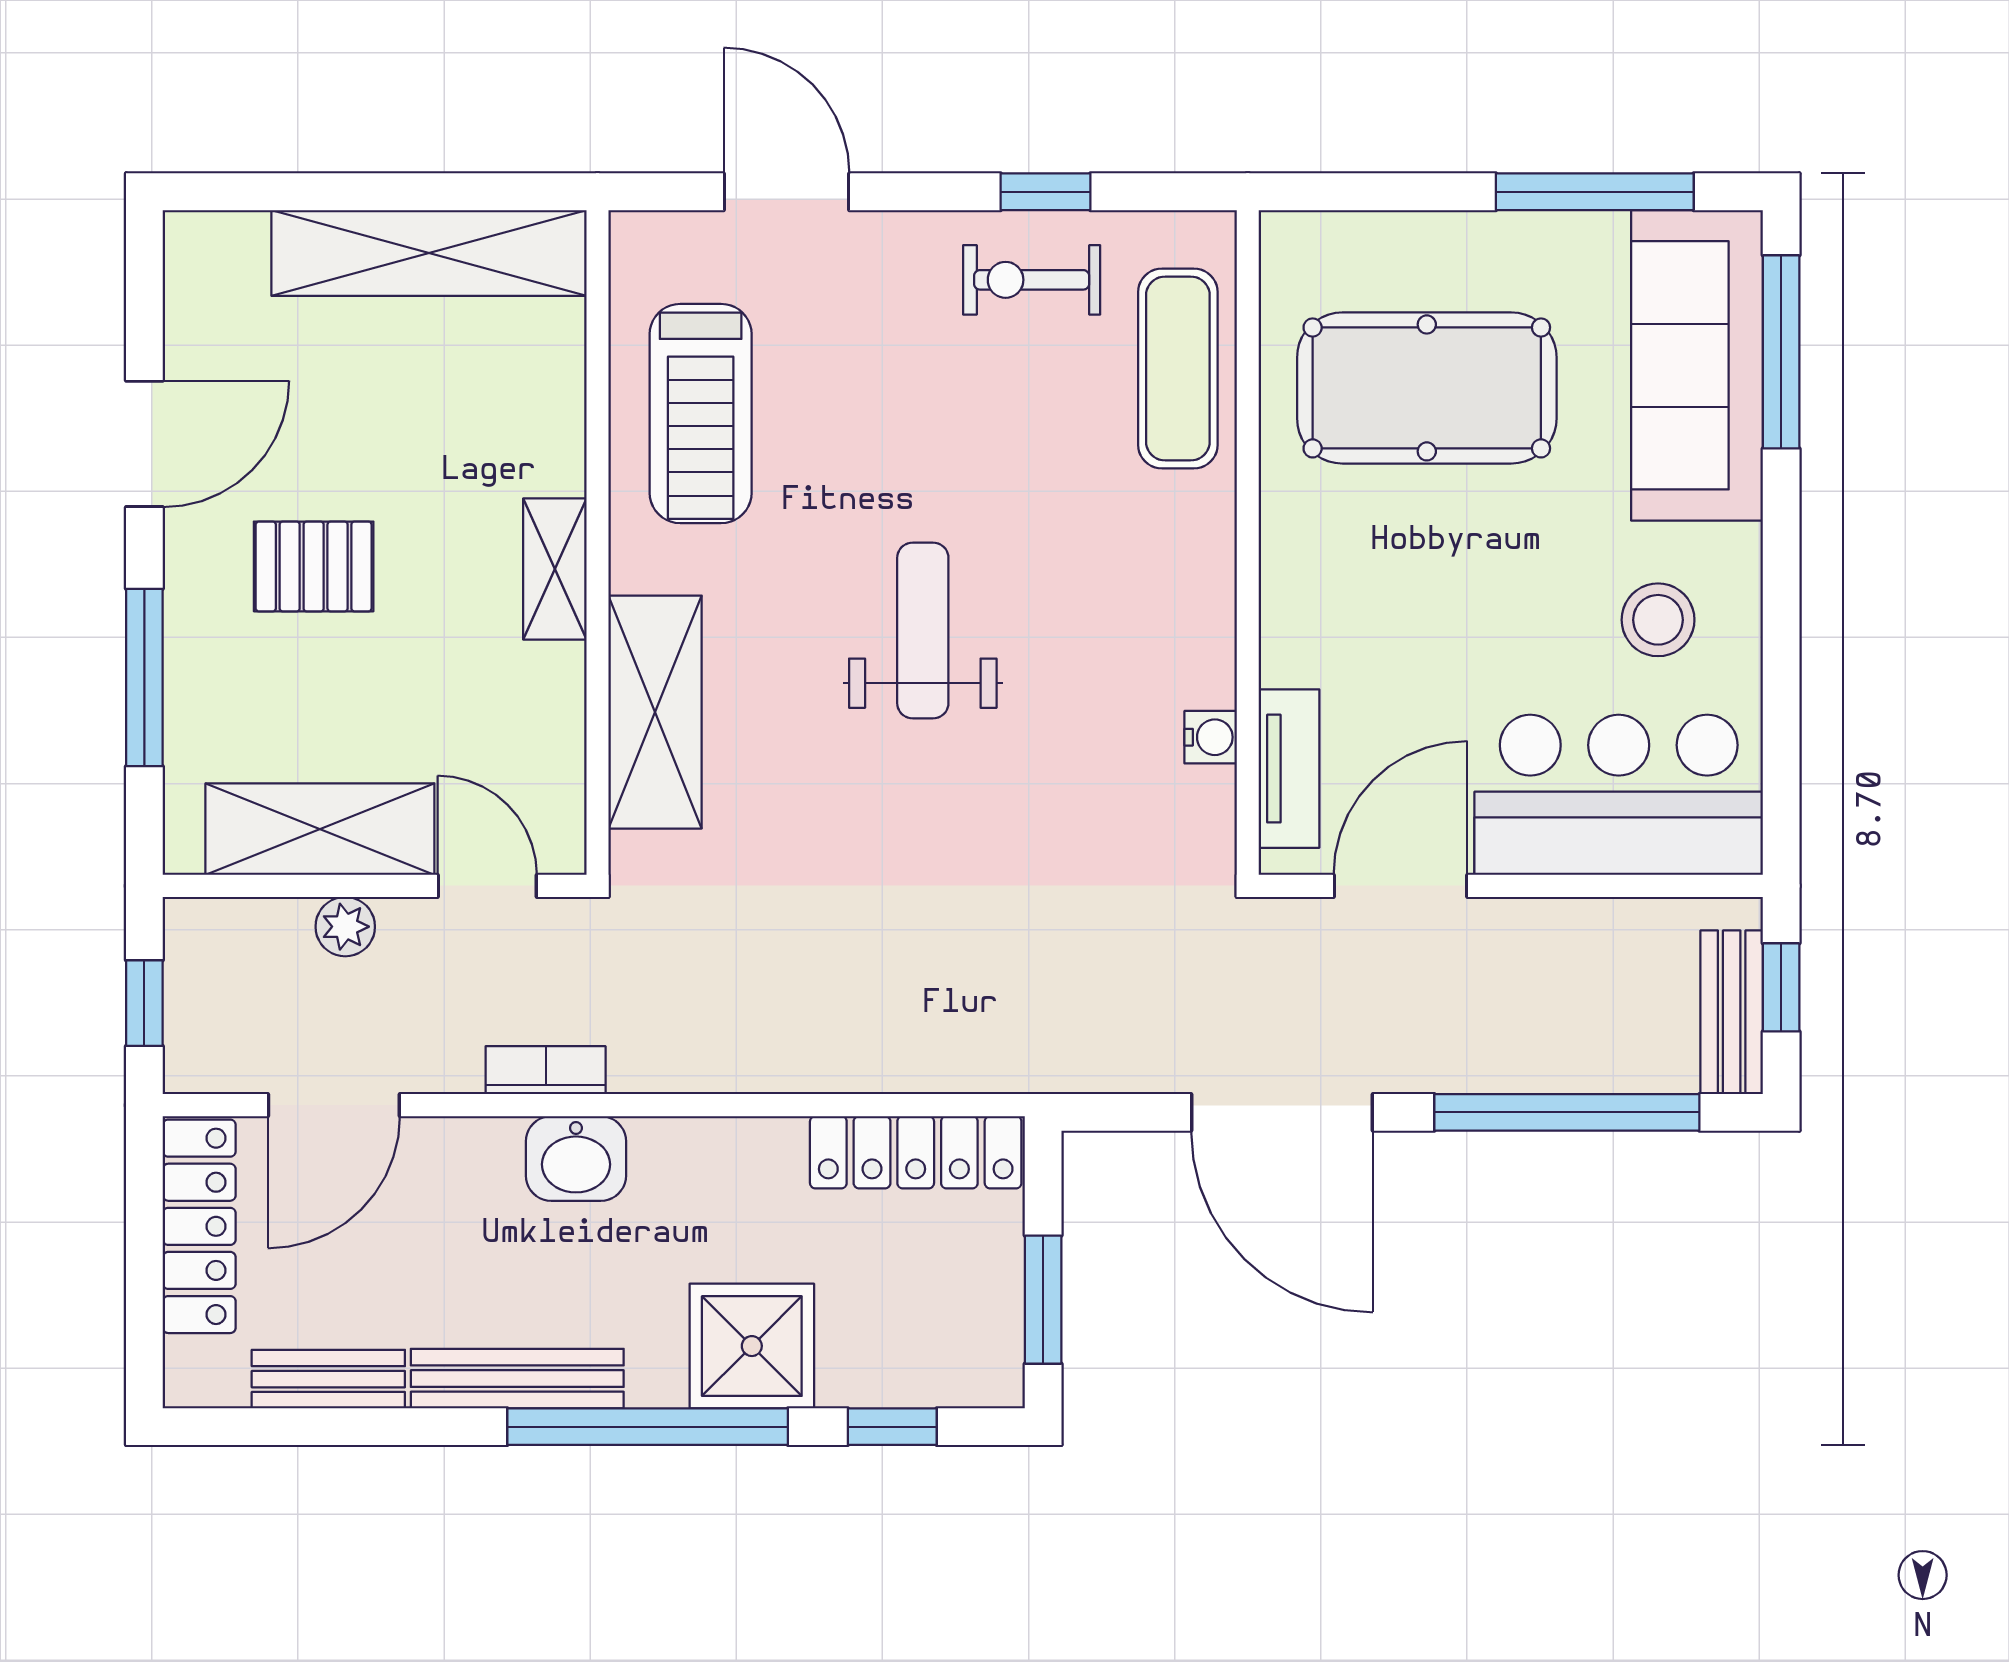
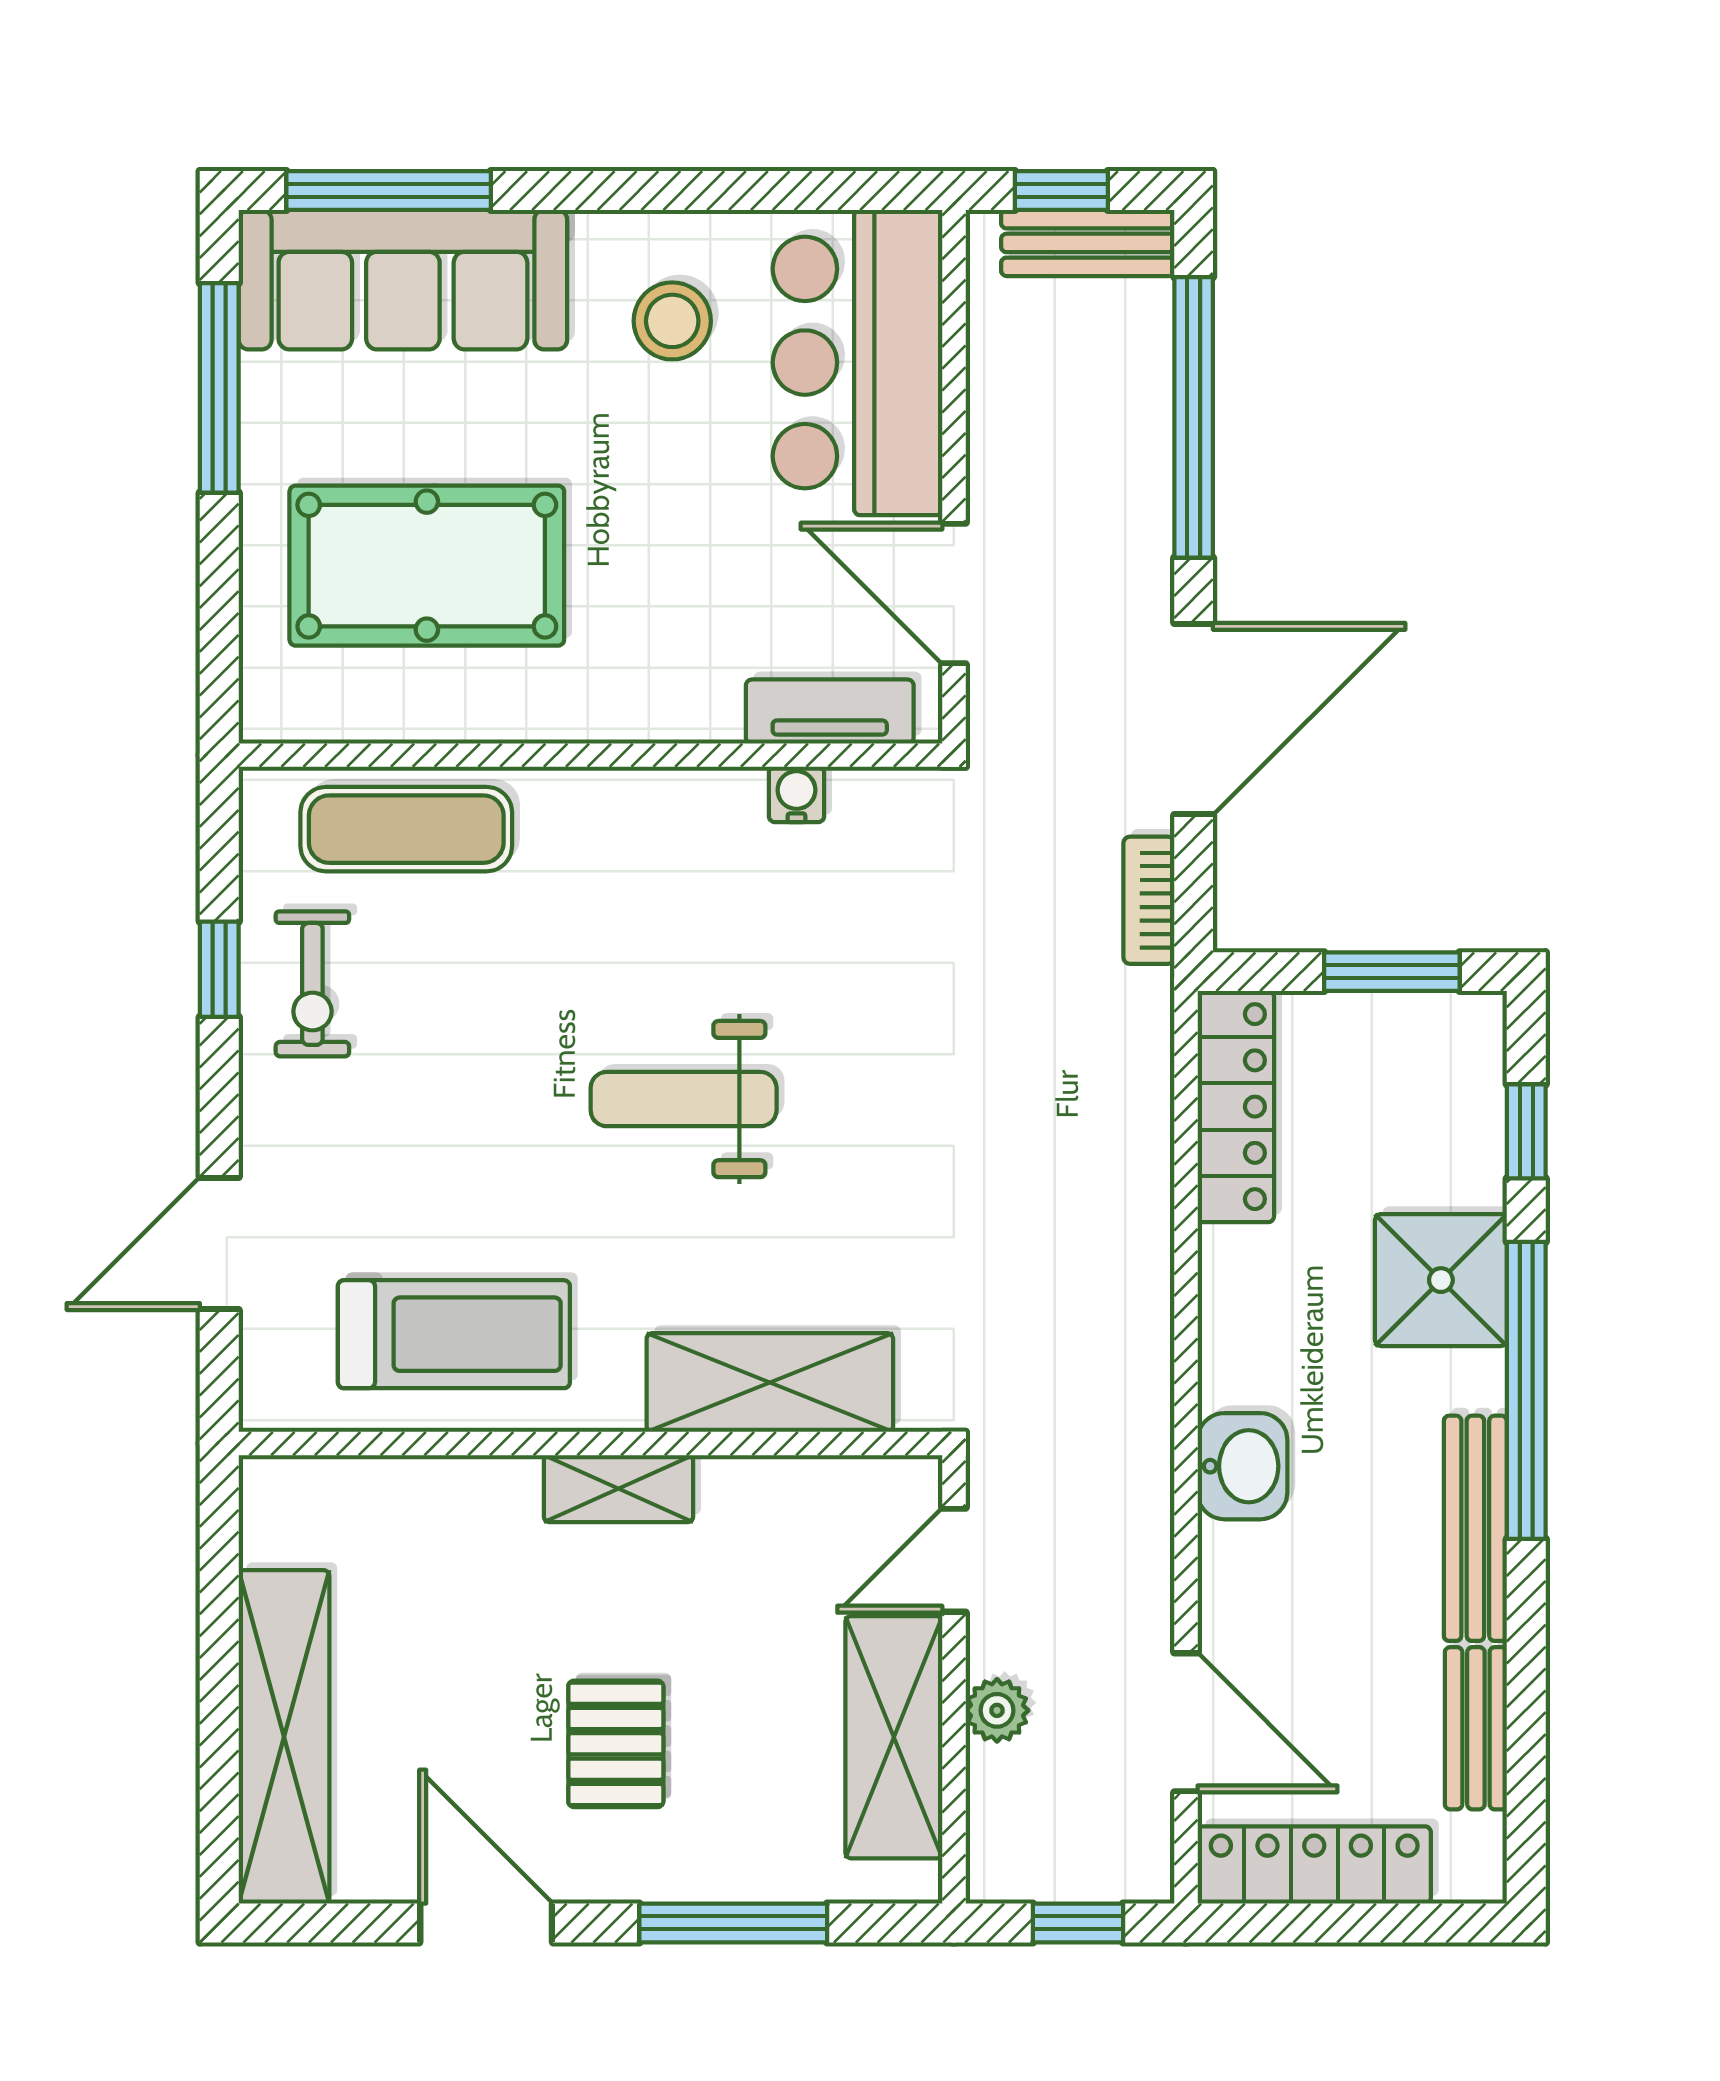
shelving: (429, 253) -> (284, 1737), moved
pool table: (1427, 388) -> (427, 566), turned 90
bookcase: (546, 1070) -> (1149, 900), moved

